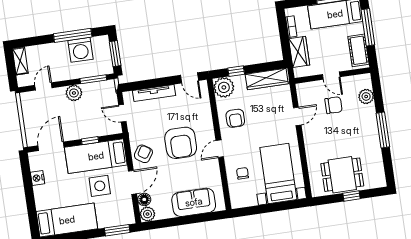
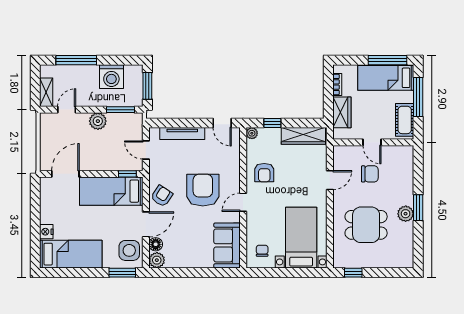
window: (73, 35) -> (76, 60), moved
shelving: (20, 61) -> (46, 92), moved
plant: (224, 87) -> (252, 133), width x0.53, depth x0.53
plant: (366, 96) -> (406, 214), moved
window: (383, 130) -> (418, 208), width x0.69
window: (90, 141) -> (127, 174), moved
armchair: (181, 143) -> (203, 190), turned 180
chair: (243, 173) -> (262, 251), moved
dining table: (342, 175) -> (366, 225), moved
nightstand: (38, 178) -> (46, 232), moved
side table: (100, 186) -> (129, 250), moved
window: (352, 196) -> (353, 273), moved
sofa: (194, 202) -> (227, 245), moved, turned -90

